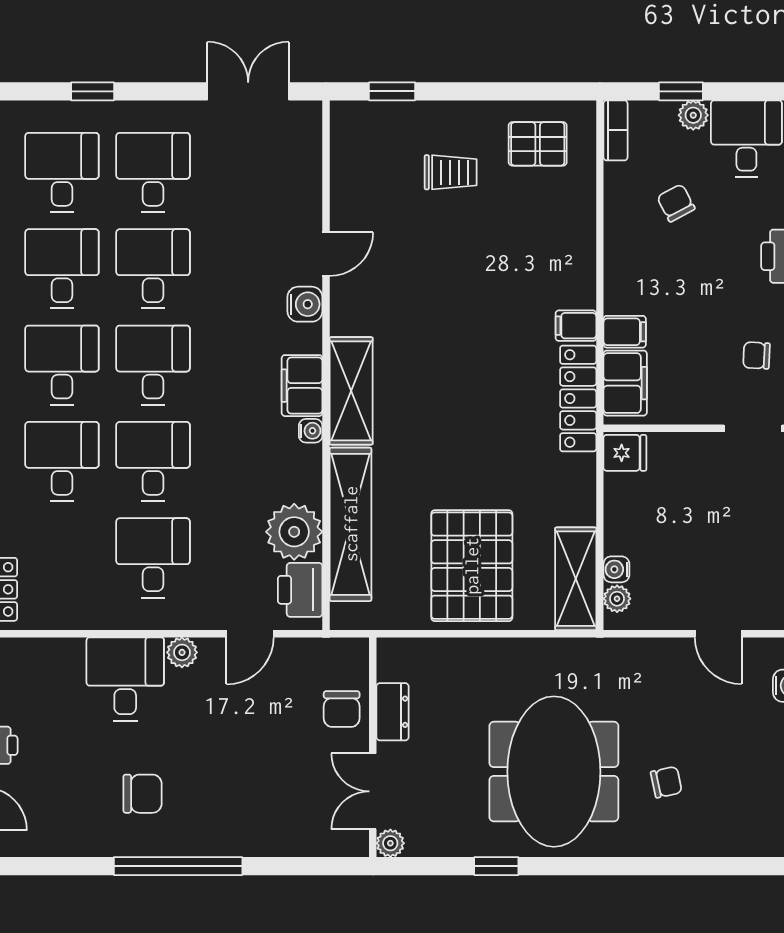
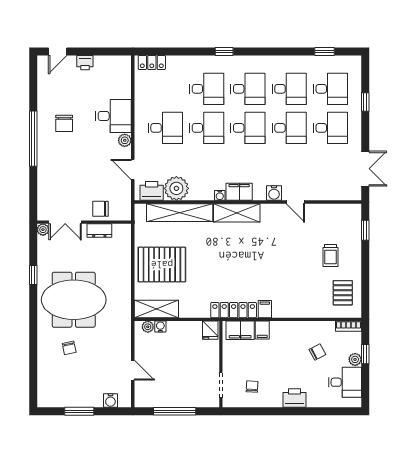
door: (718, 634) -> (133, 370), swing flipped
double door: (373, 791) -> (65, 222), swing flipped

